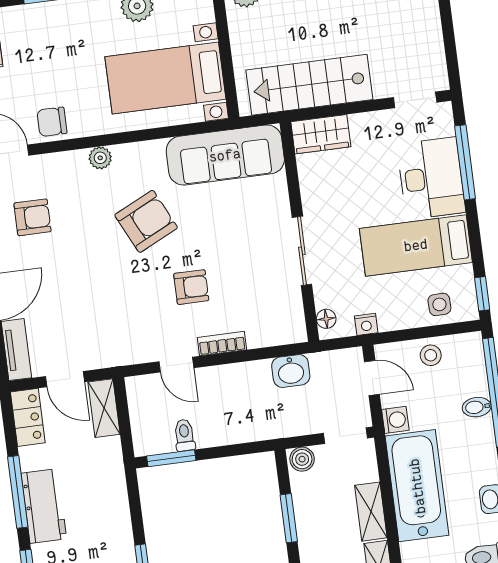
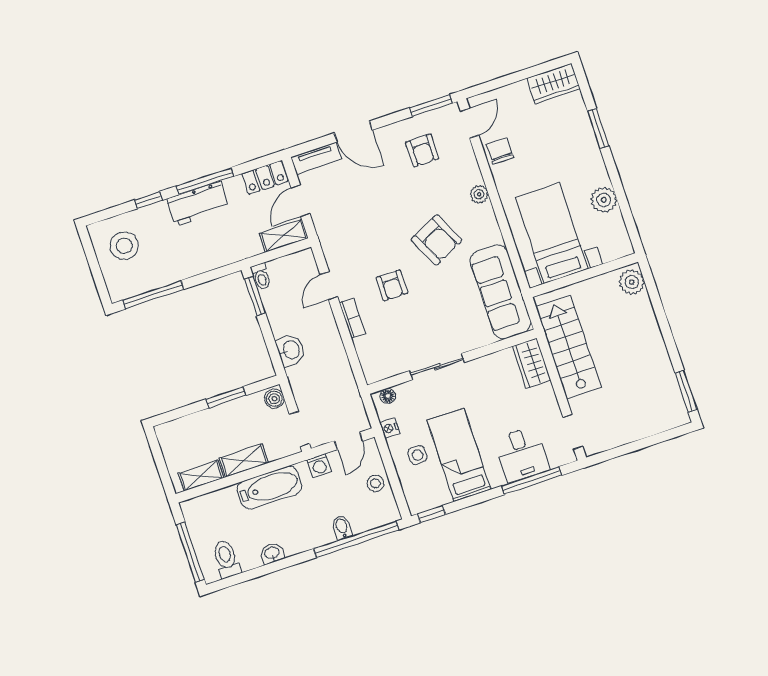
desk: (431, 178) -> (522, 454), width x0.73
side table: (439, 304) -> (418, 455), moved
washbasin: (291, 371) -> (291, 350), moved, turned 180
toilet: (184, 435) -> (261, 276), moved, turned 90
bathtub: (417, 486) -> (270, 488), width x0.73, depth x0.73

